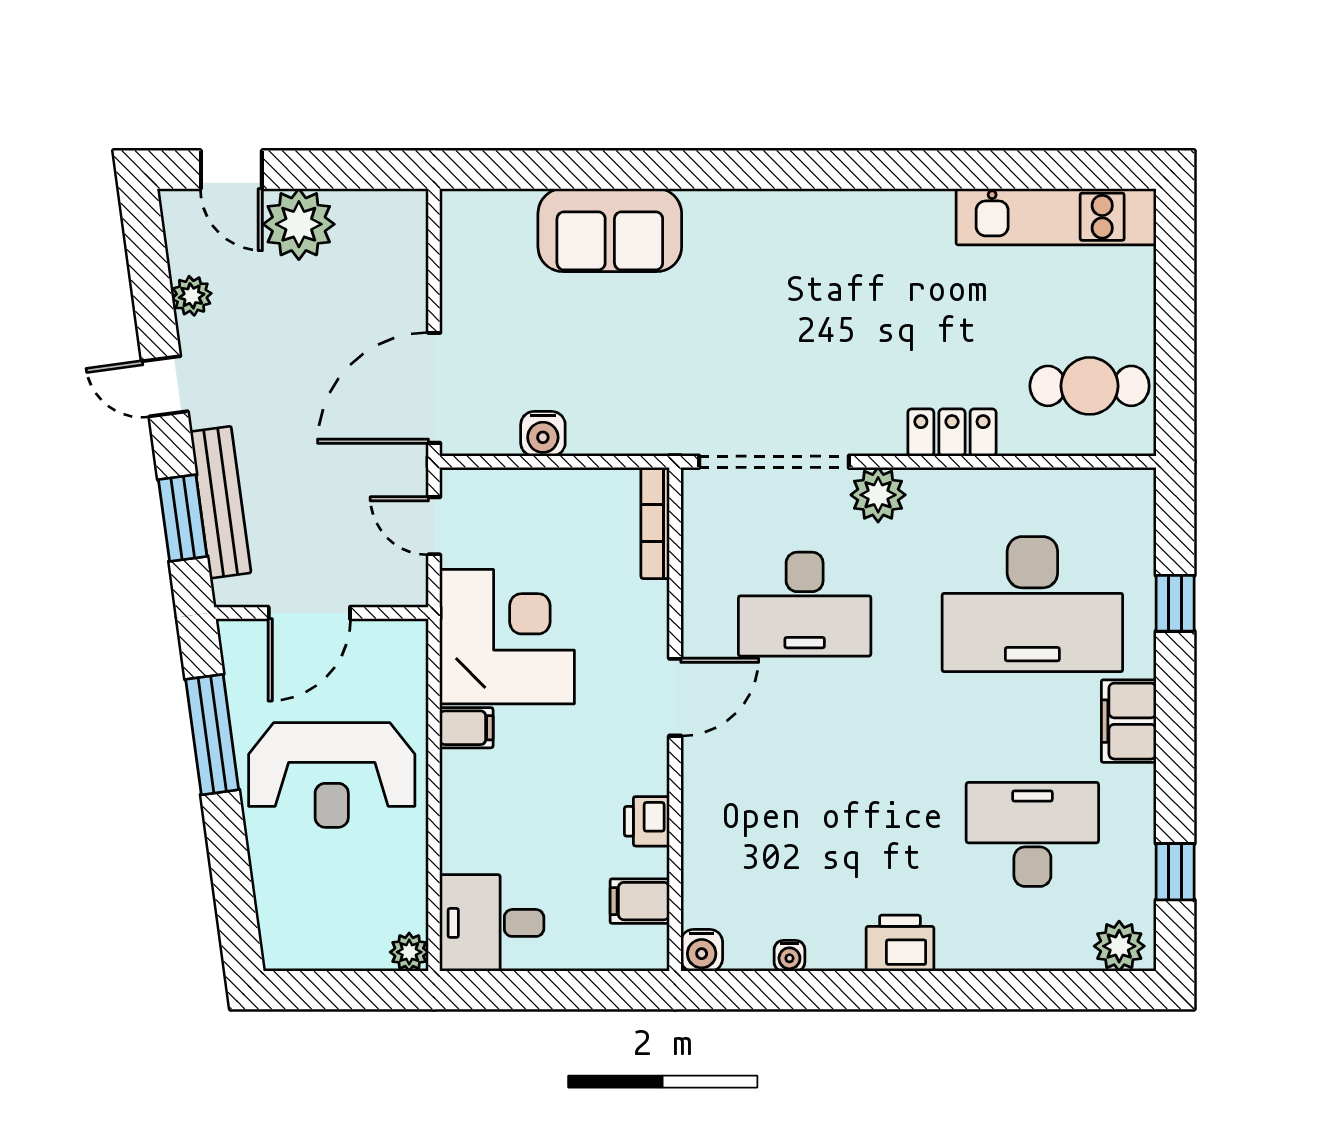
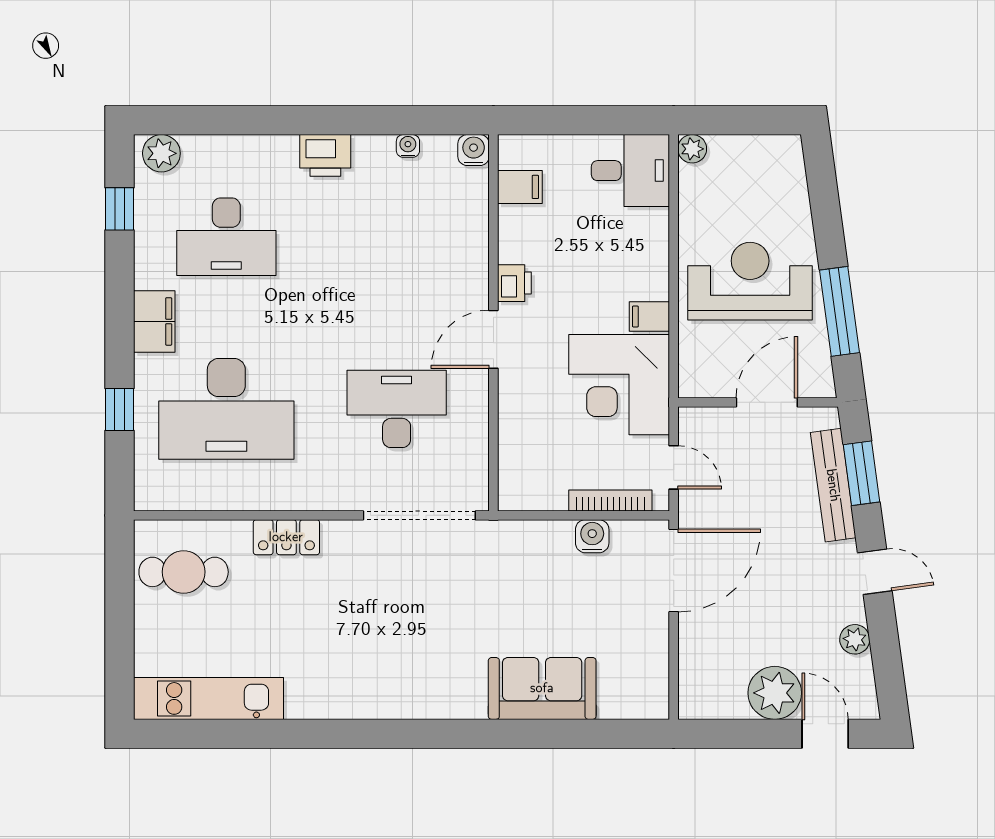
plant: (878, 495) -> (342, 491), removed
bookcase: (655, 523) -> (610, 500), moved, turned -90
desk: (1032, 604) -> (226, 409), turned 180
printer: (647, 821) -> (514, 283), moved

